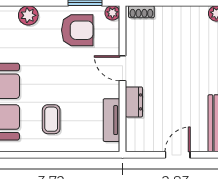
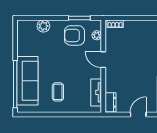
plant: (112, 13) -> (97, 35), moved
armchair: (77, 30) -> (74, 35), turned 180
dresser: (134, 102) -> (110, 102), moved

